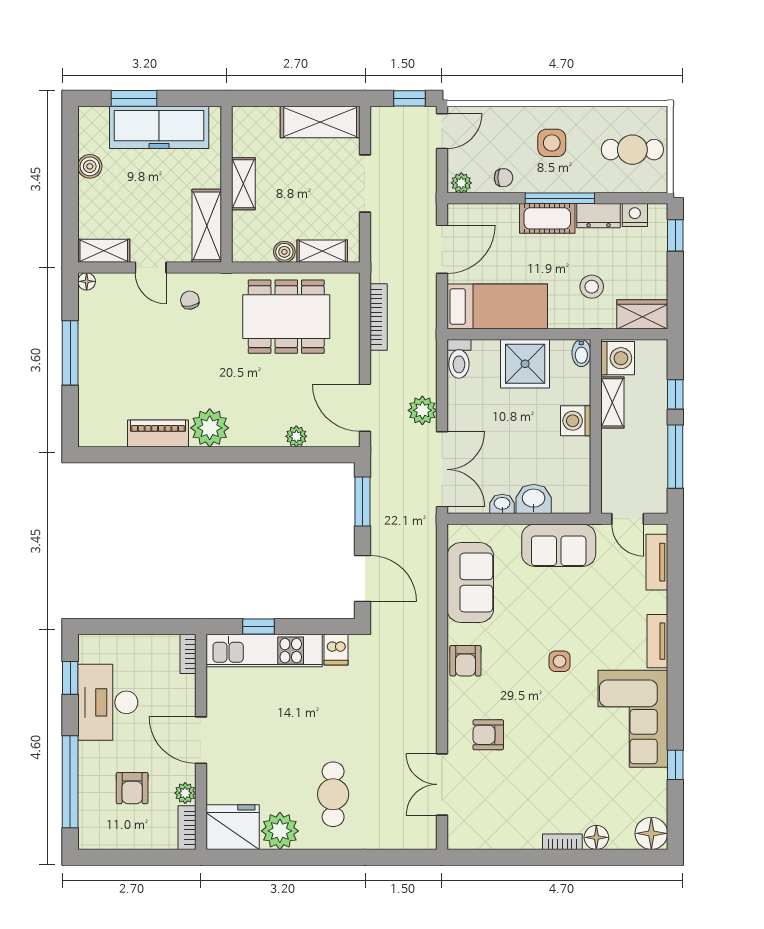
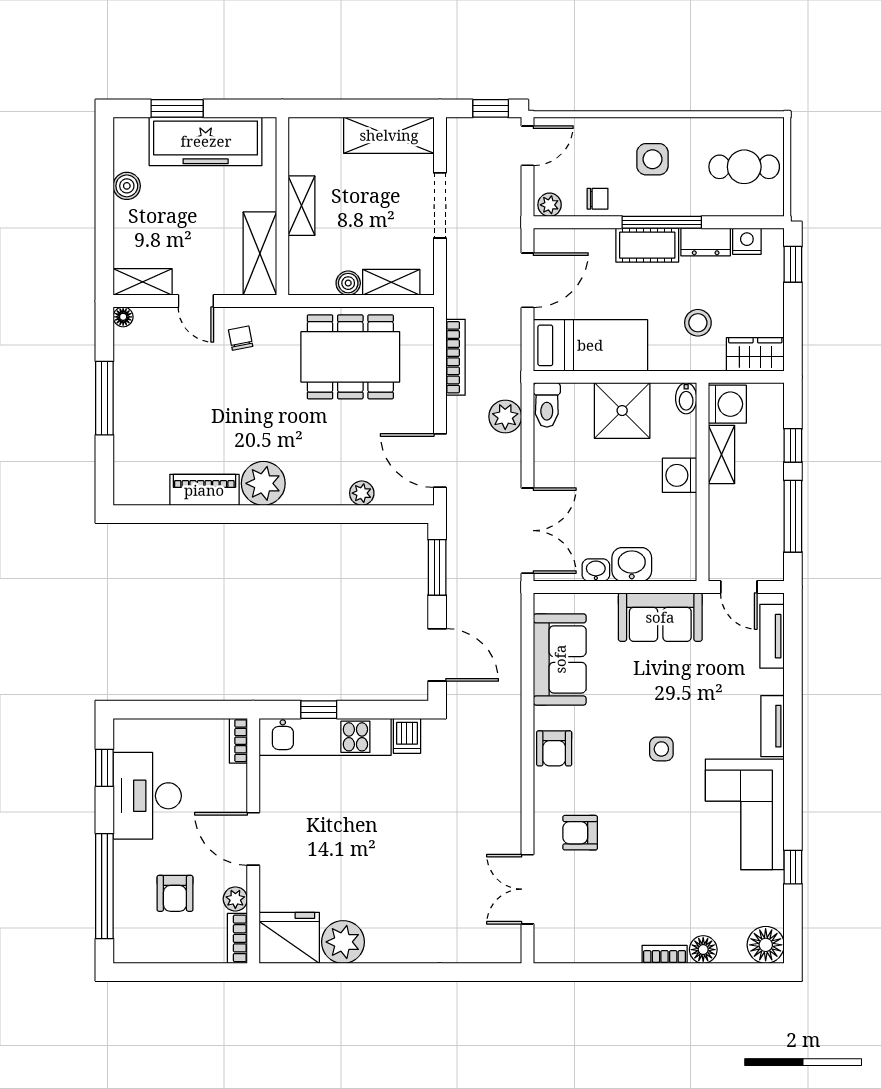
plant: (422, 410) -> (505, 417), moved
cafe table: (333, 794) -> (404, 900), removed

